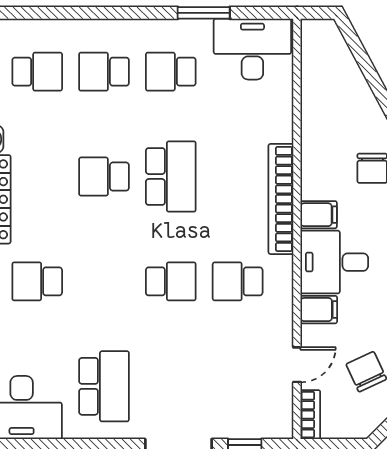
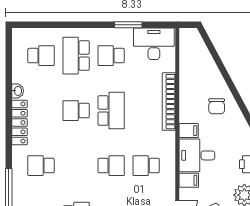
school desk: (104, 72) -> (76, 56), width x1.85
bookcase: (281, 199) -> (169, 102), moved

